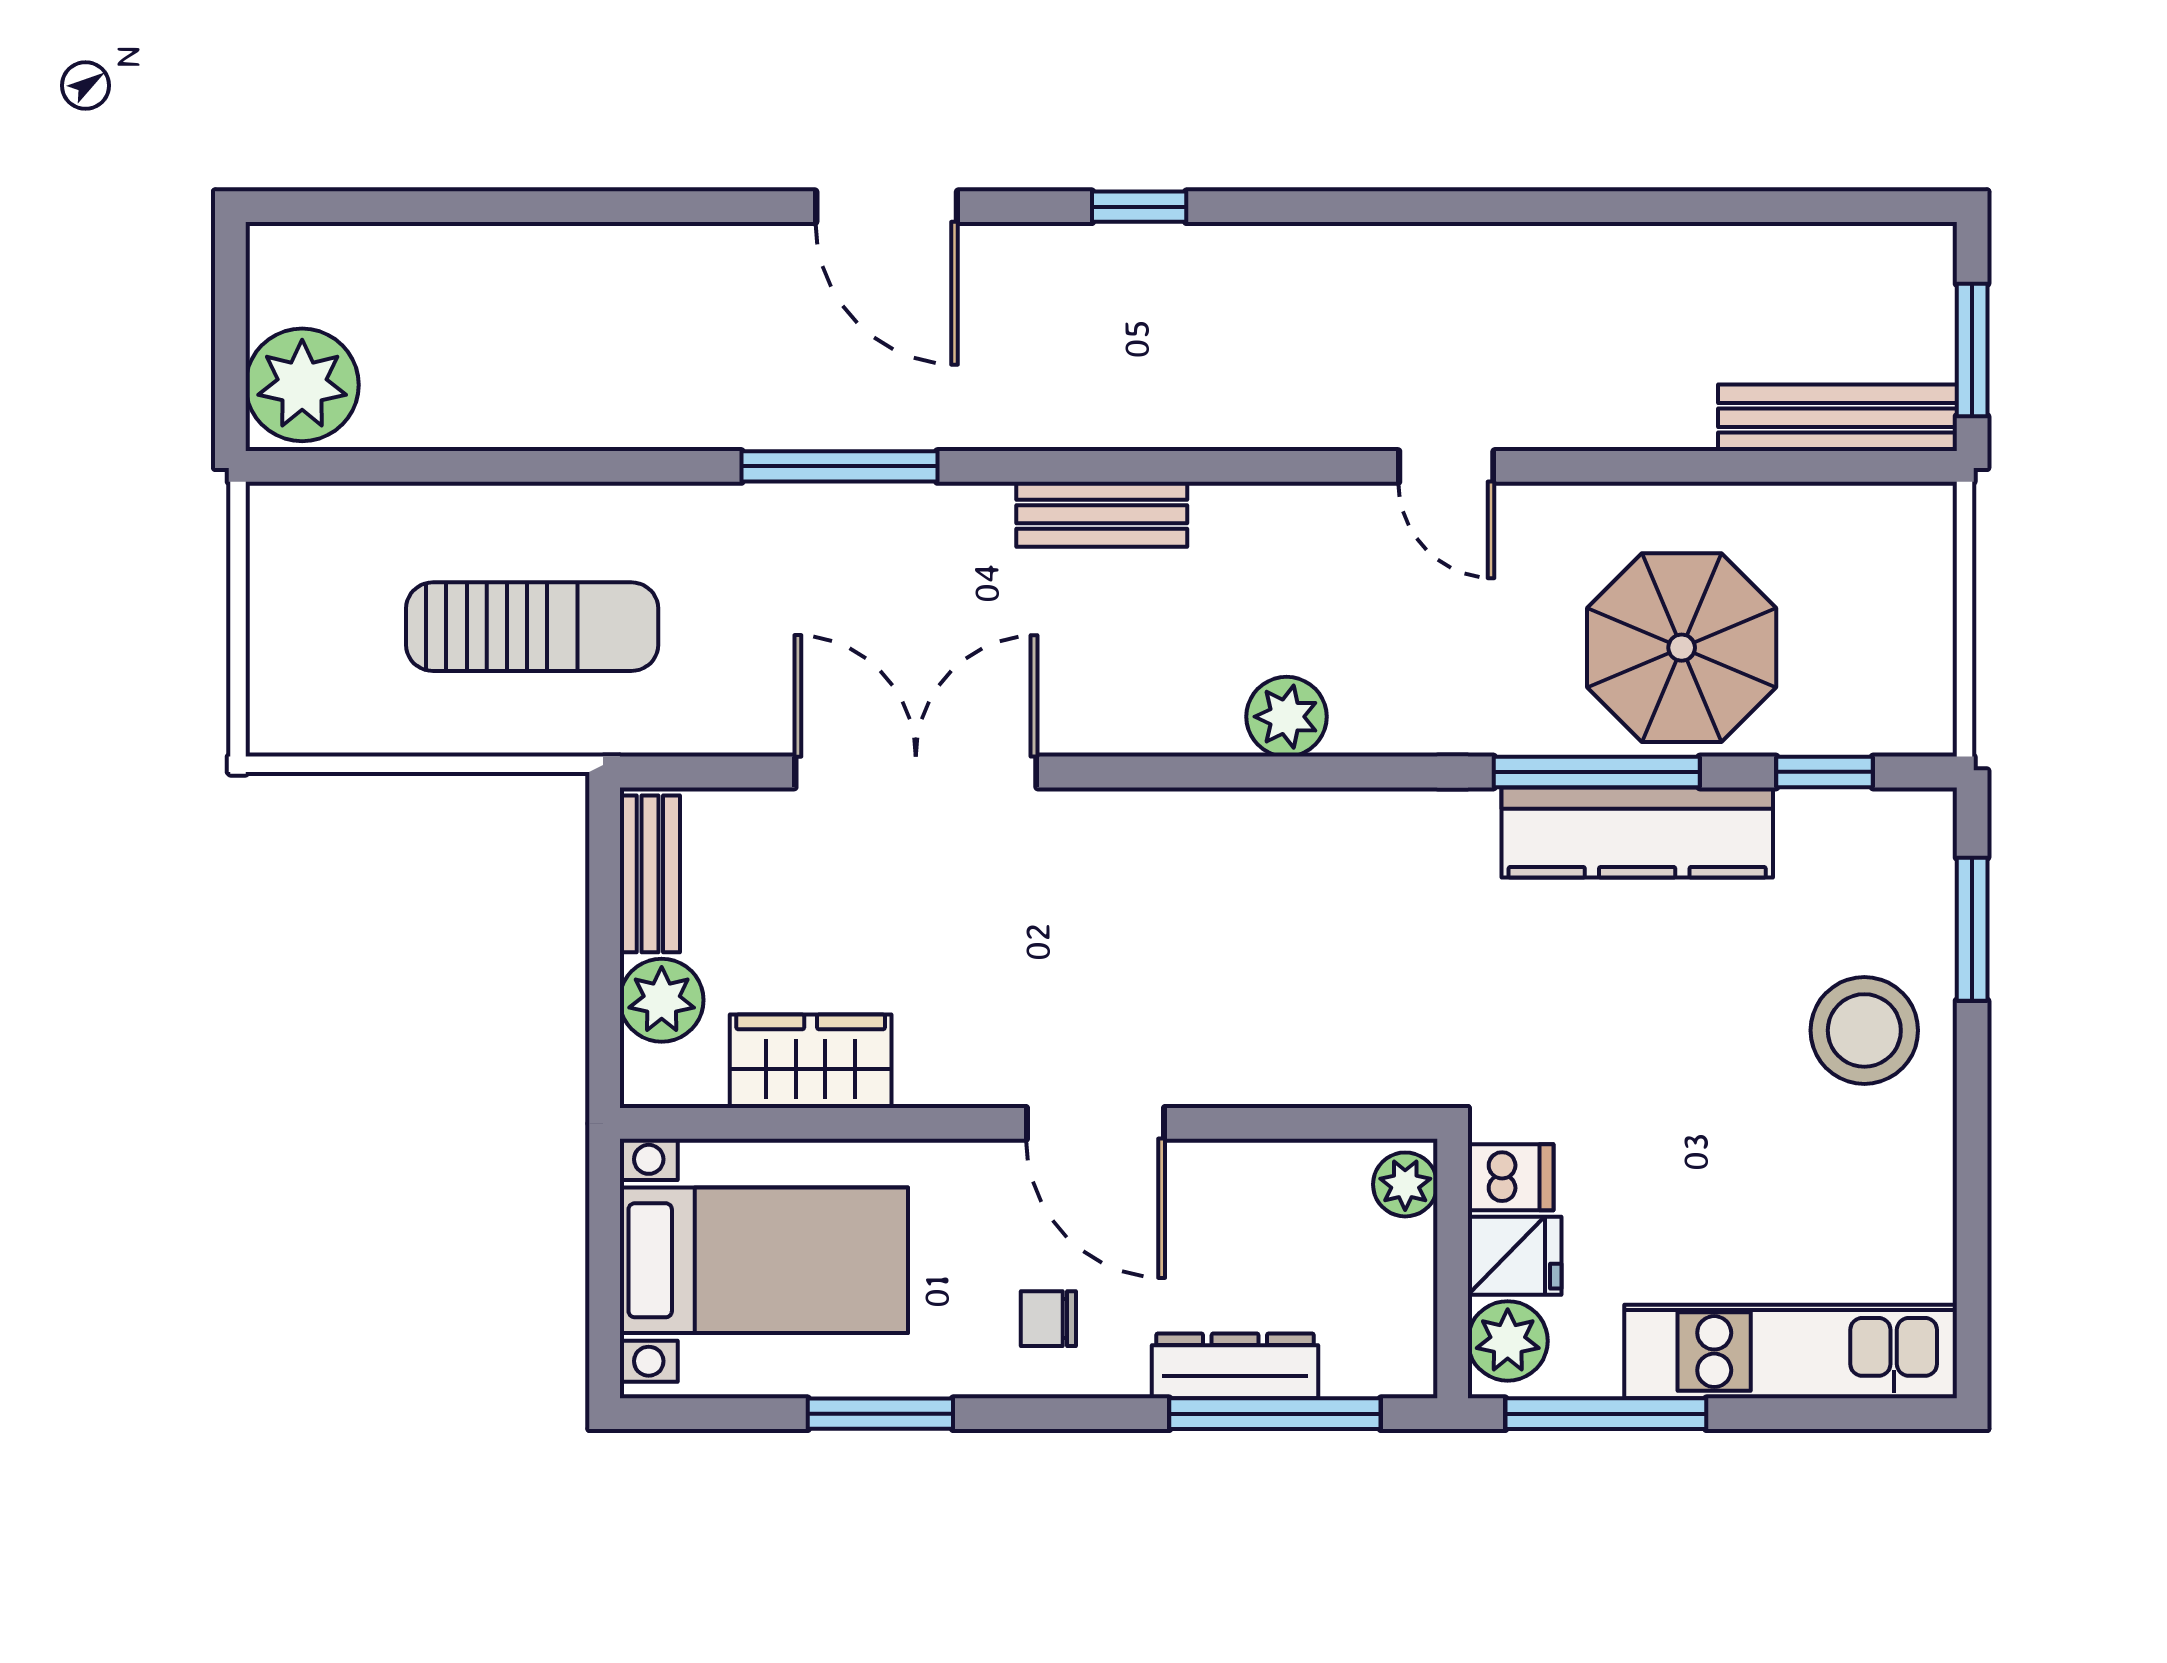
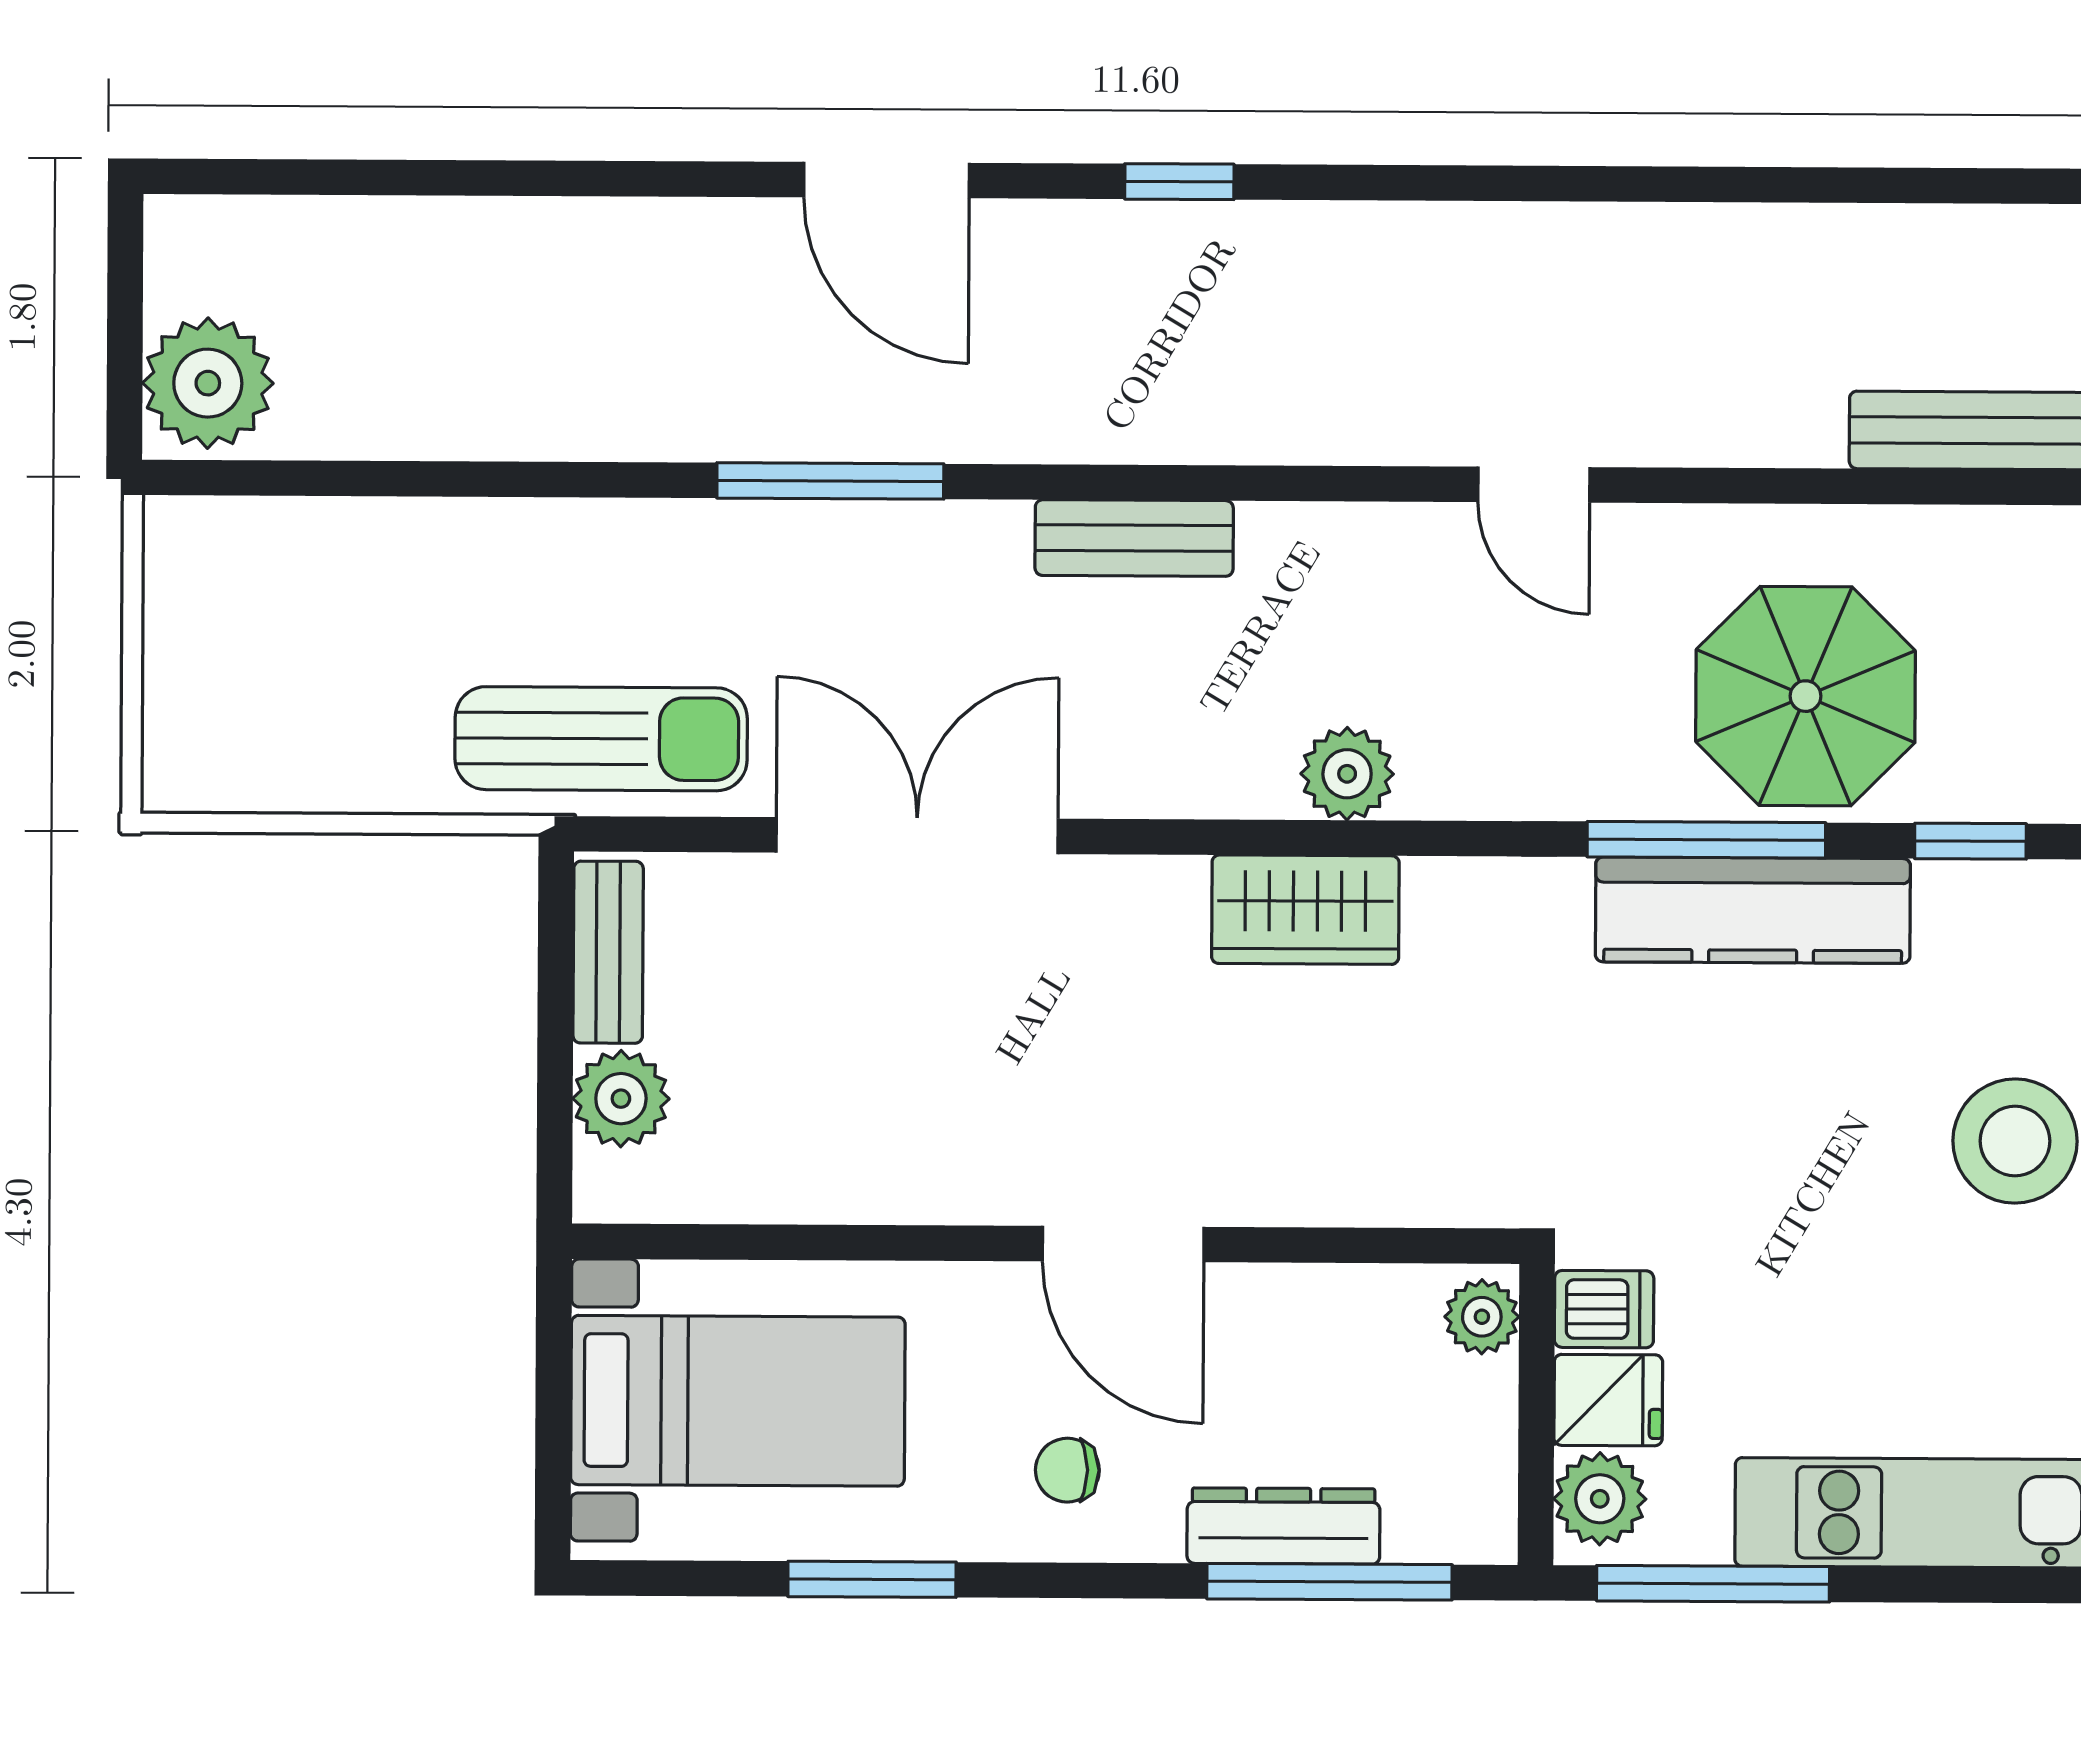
sun lounger: (532, 627) -> (601, 739), moved
wardrobe: (811, 1061) -> (1305, 910), moved, turned 180

